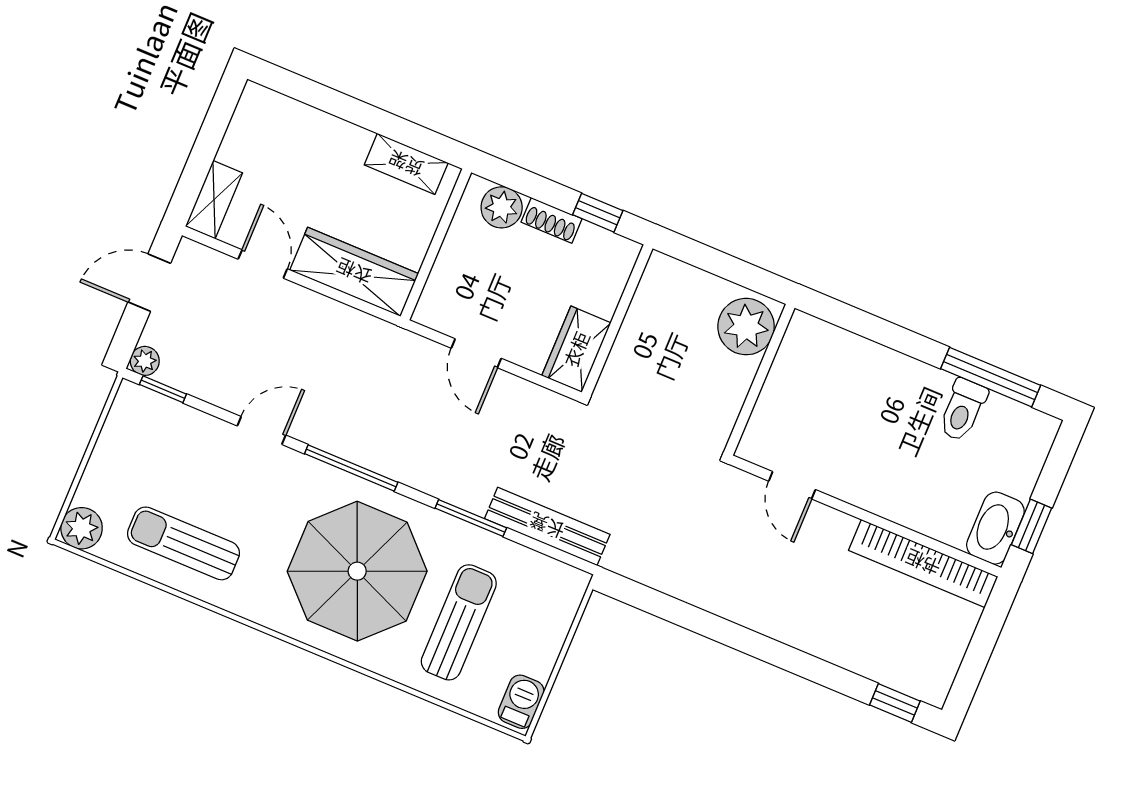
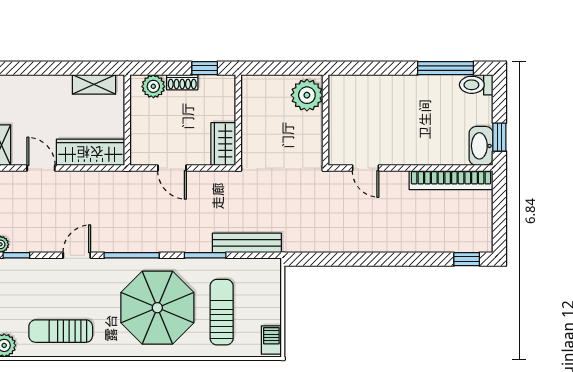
toilet: (963, 410) -> (476, 85), moved, turned 90

